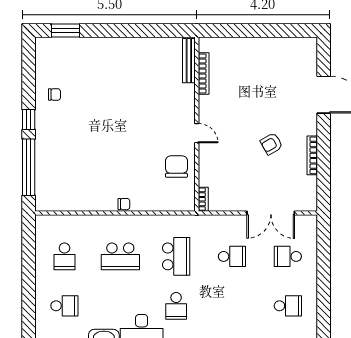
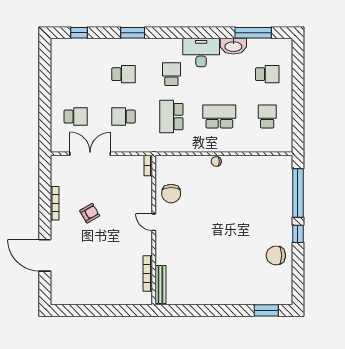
chair: (54, 94) -> (276, 255), width x1.87, depth x1.87
school desk: (64, 306) -> (267, 74), turned 180
school desk: (288, 306) -> (124, 74), moved, turned 180

